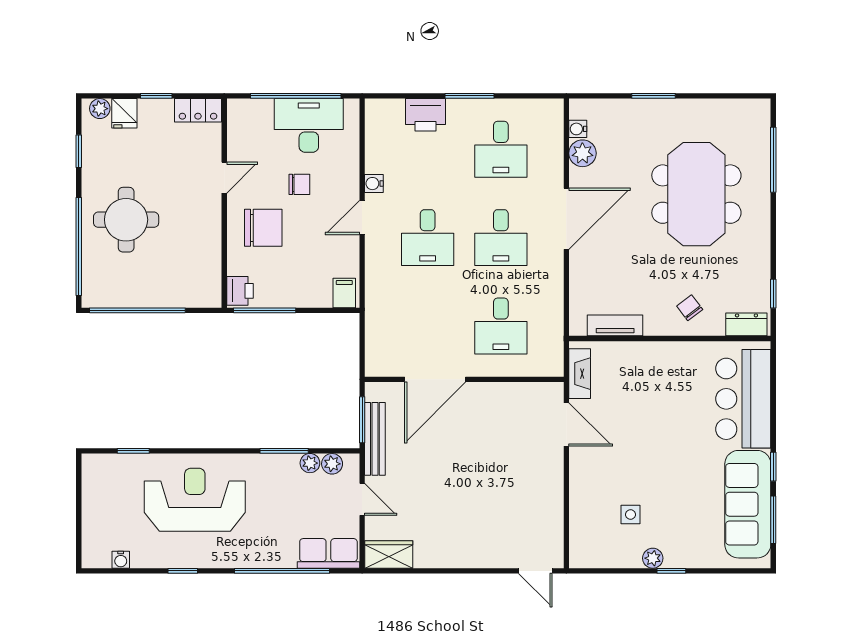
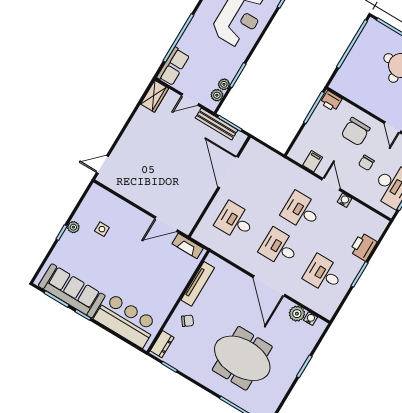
filing cabinet: (344, 293) -> (313, 161), moved, turned -90
tv unit: (615, 325) -> (198, 284), width x1.41

